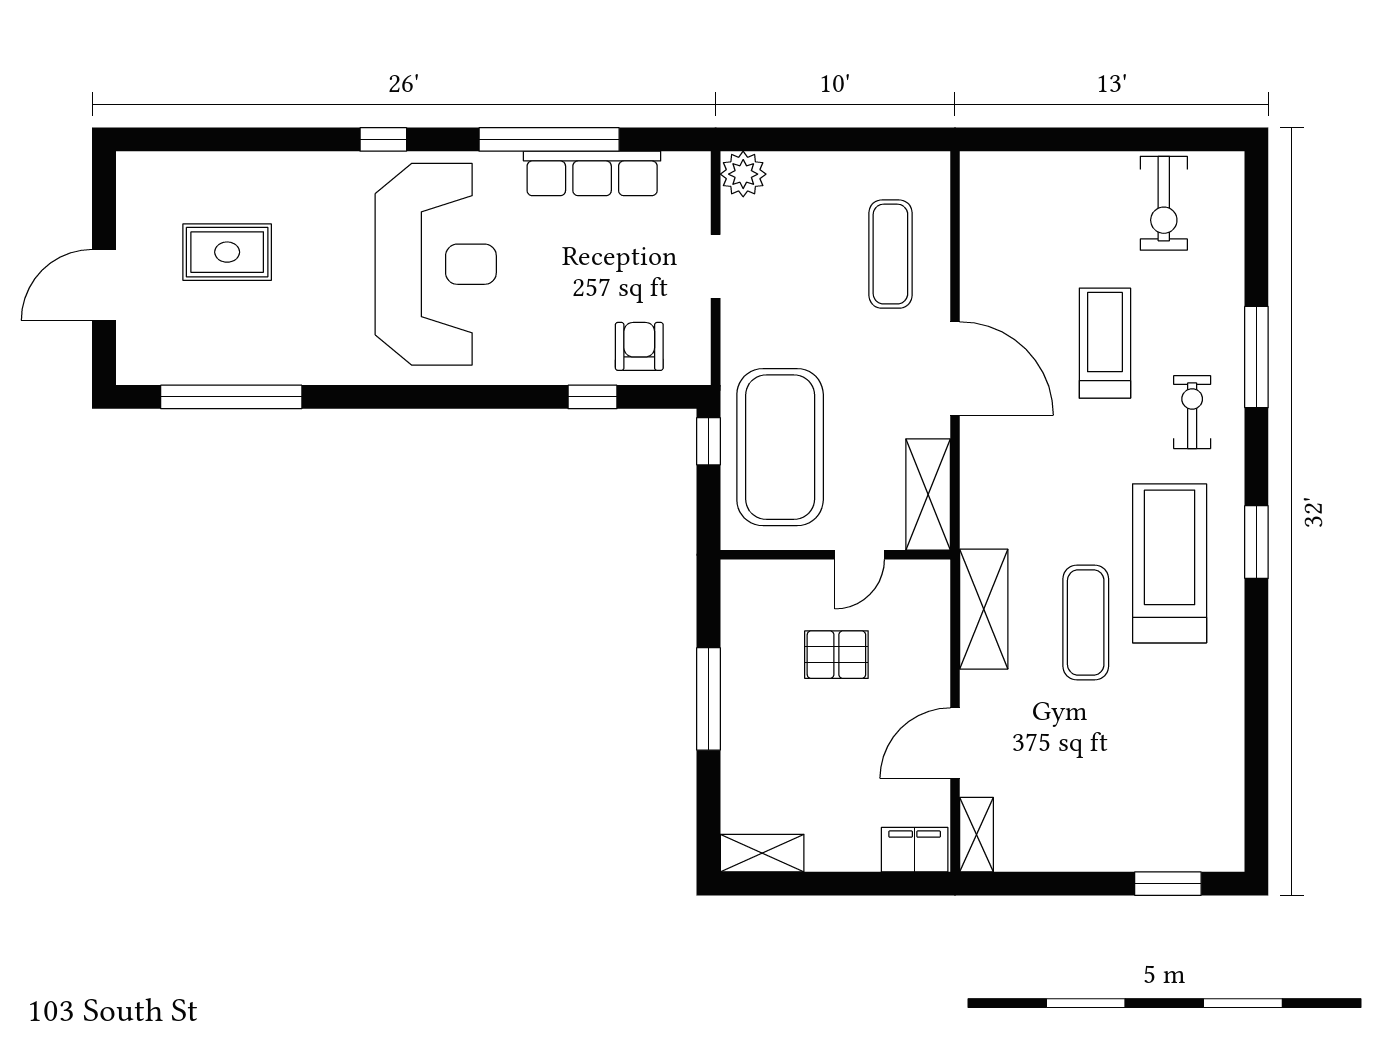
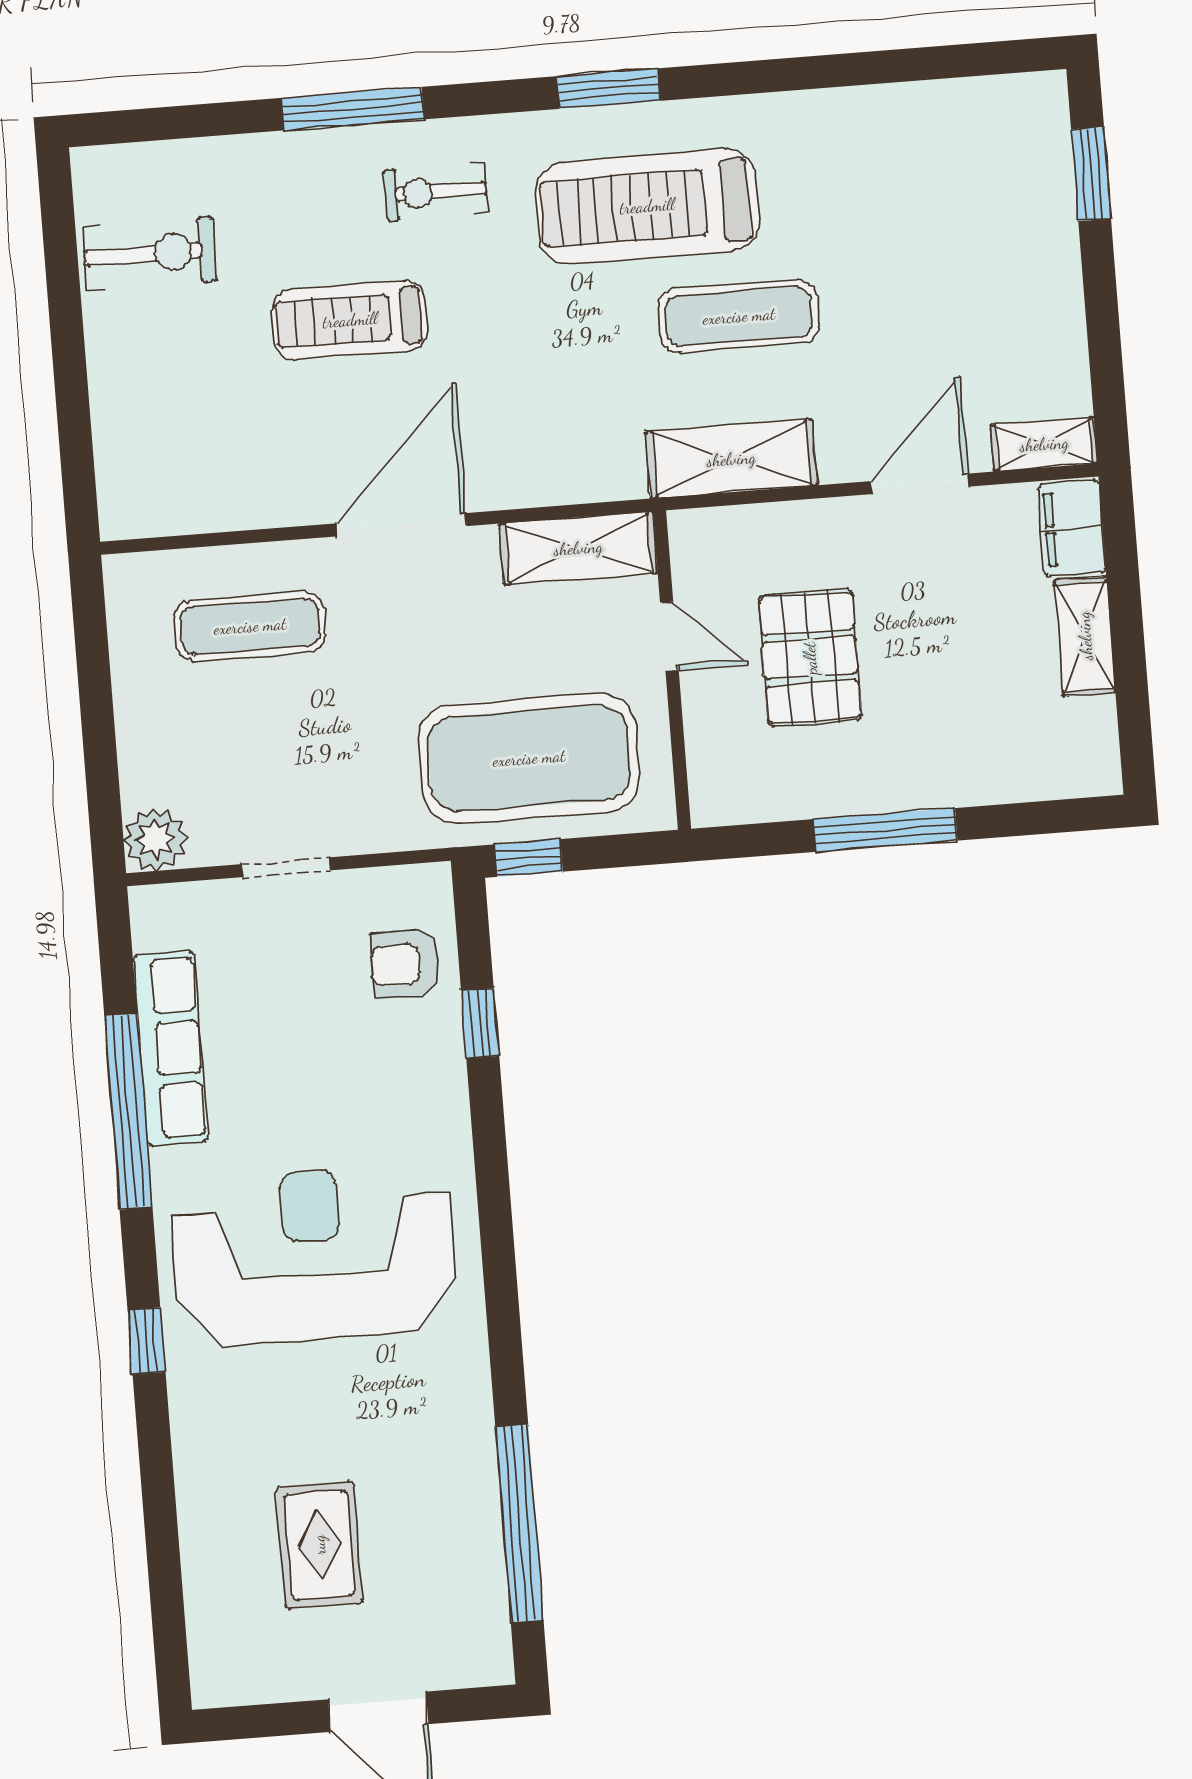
pallet: (836, 655) -> (810, 658), width x1.50, depth x1.42
door: (955, 743) -> (920, 484), swing flipped
shelving: (762, 853) -> (1085, 636), moved

